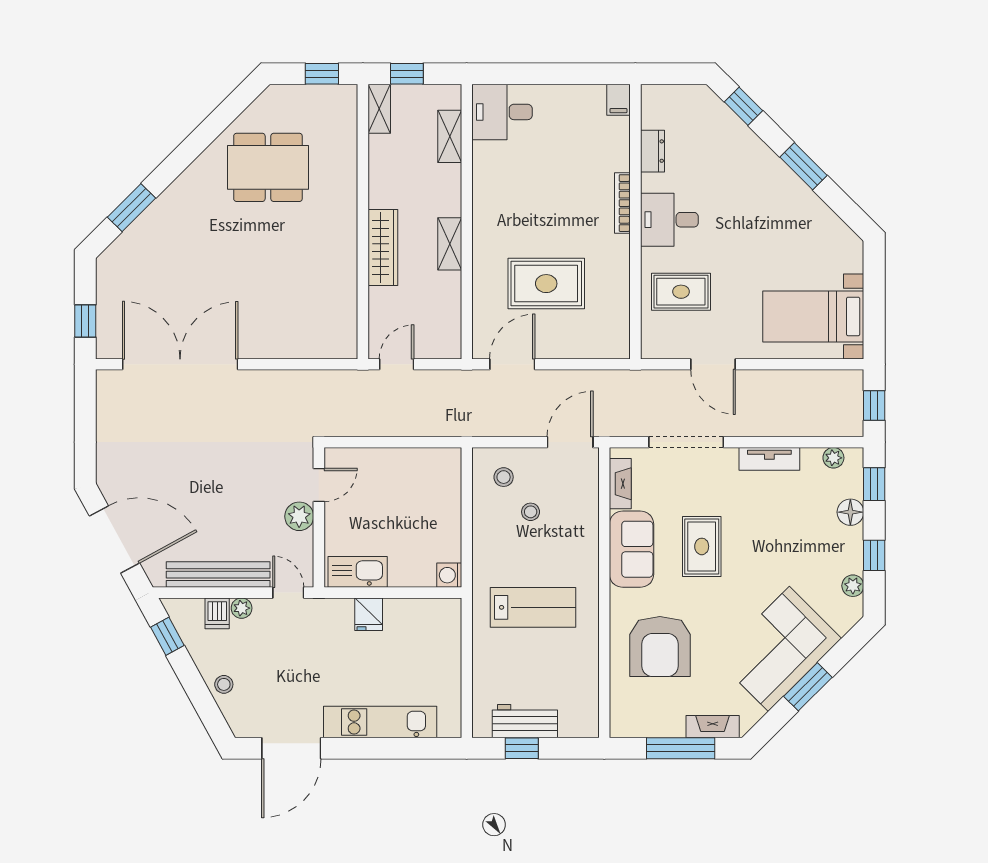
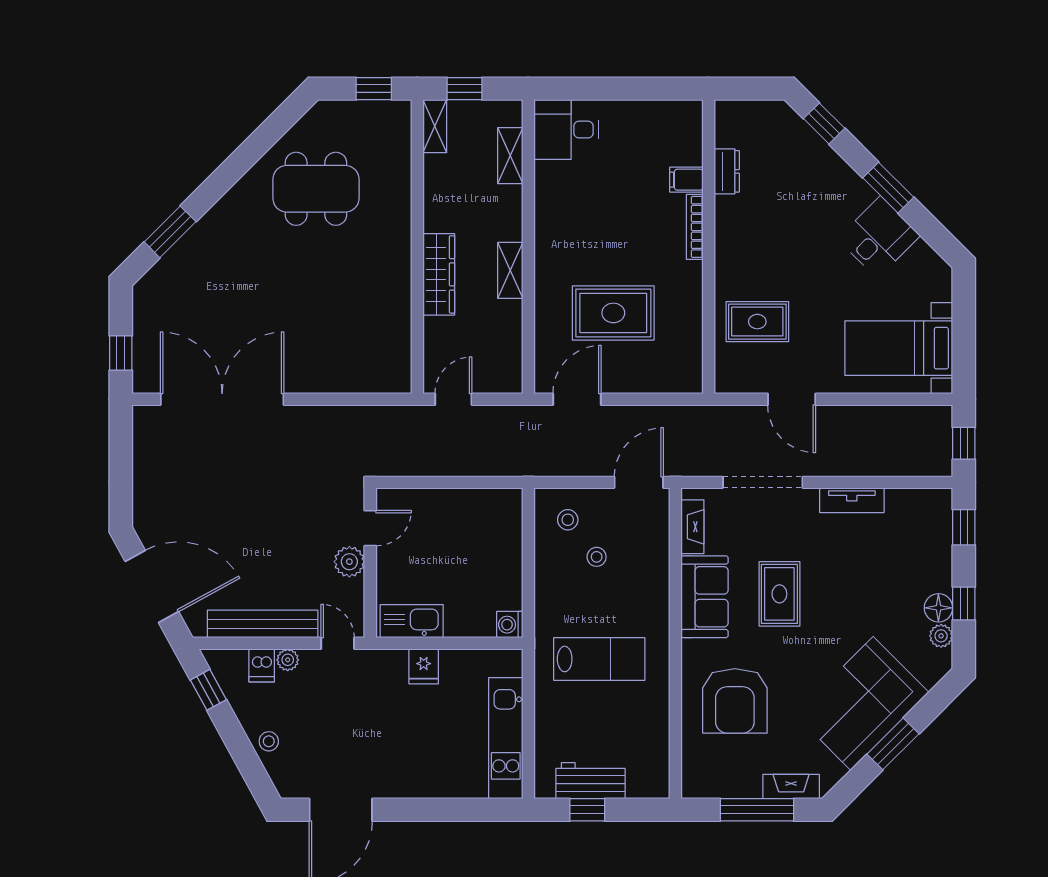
filing cabinet: (618, 100) -> (686, 180), moved, turned 90
desk: (669, 220) -> (879, 237), moved, turned 135
plant: (833, 458) -> (920, 499), removed
floor lamp: (850, 512) -> (938, 608), moved
kitchen unit: (380, 722) -> (506, 738), moved, turned -90

